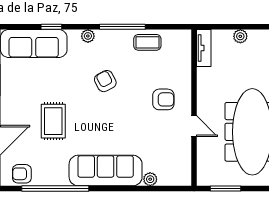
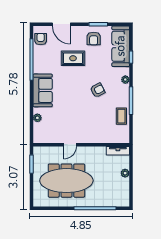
armchair: (163, 99) -> (94, 39), moved
sofa: (106, 171) -> (43, 90), width x0.73

